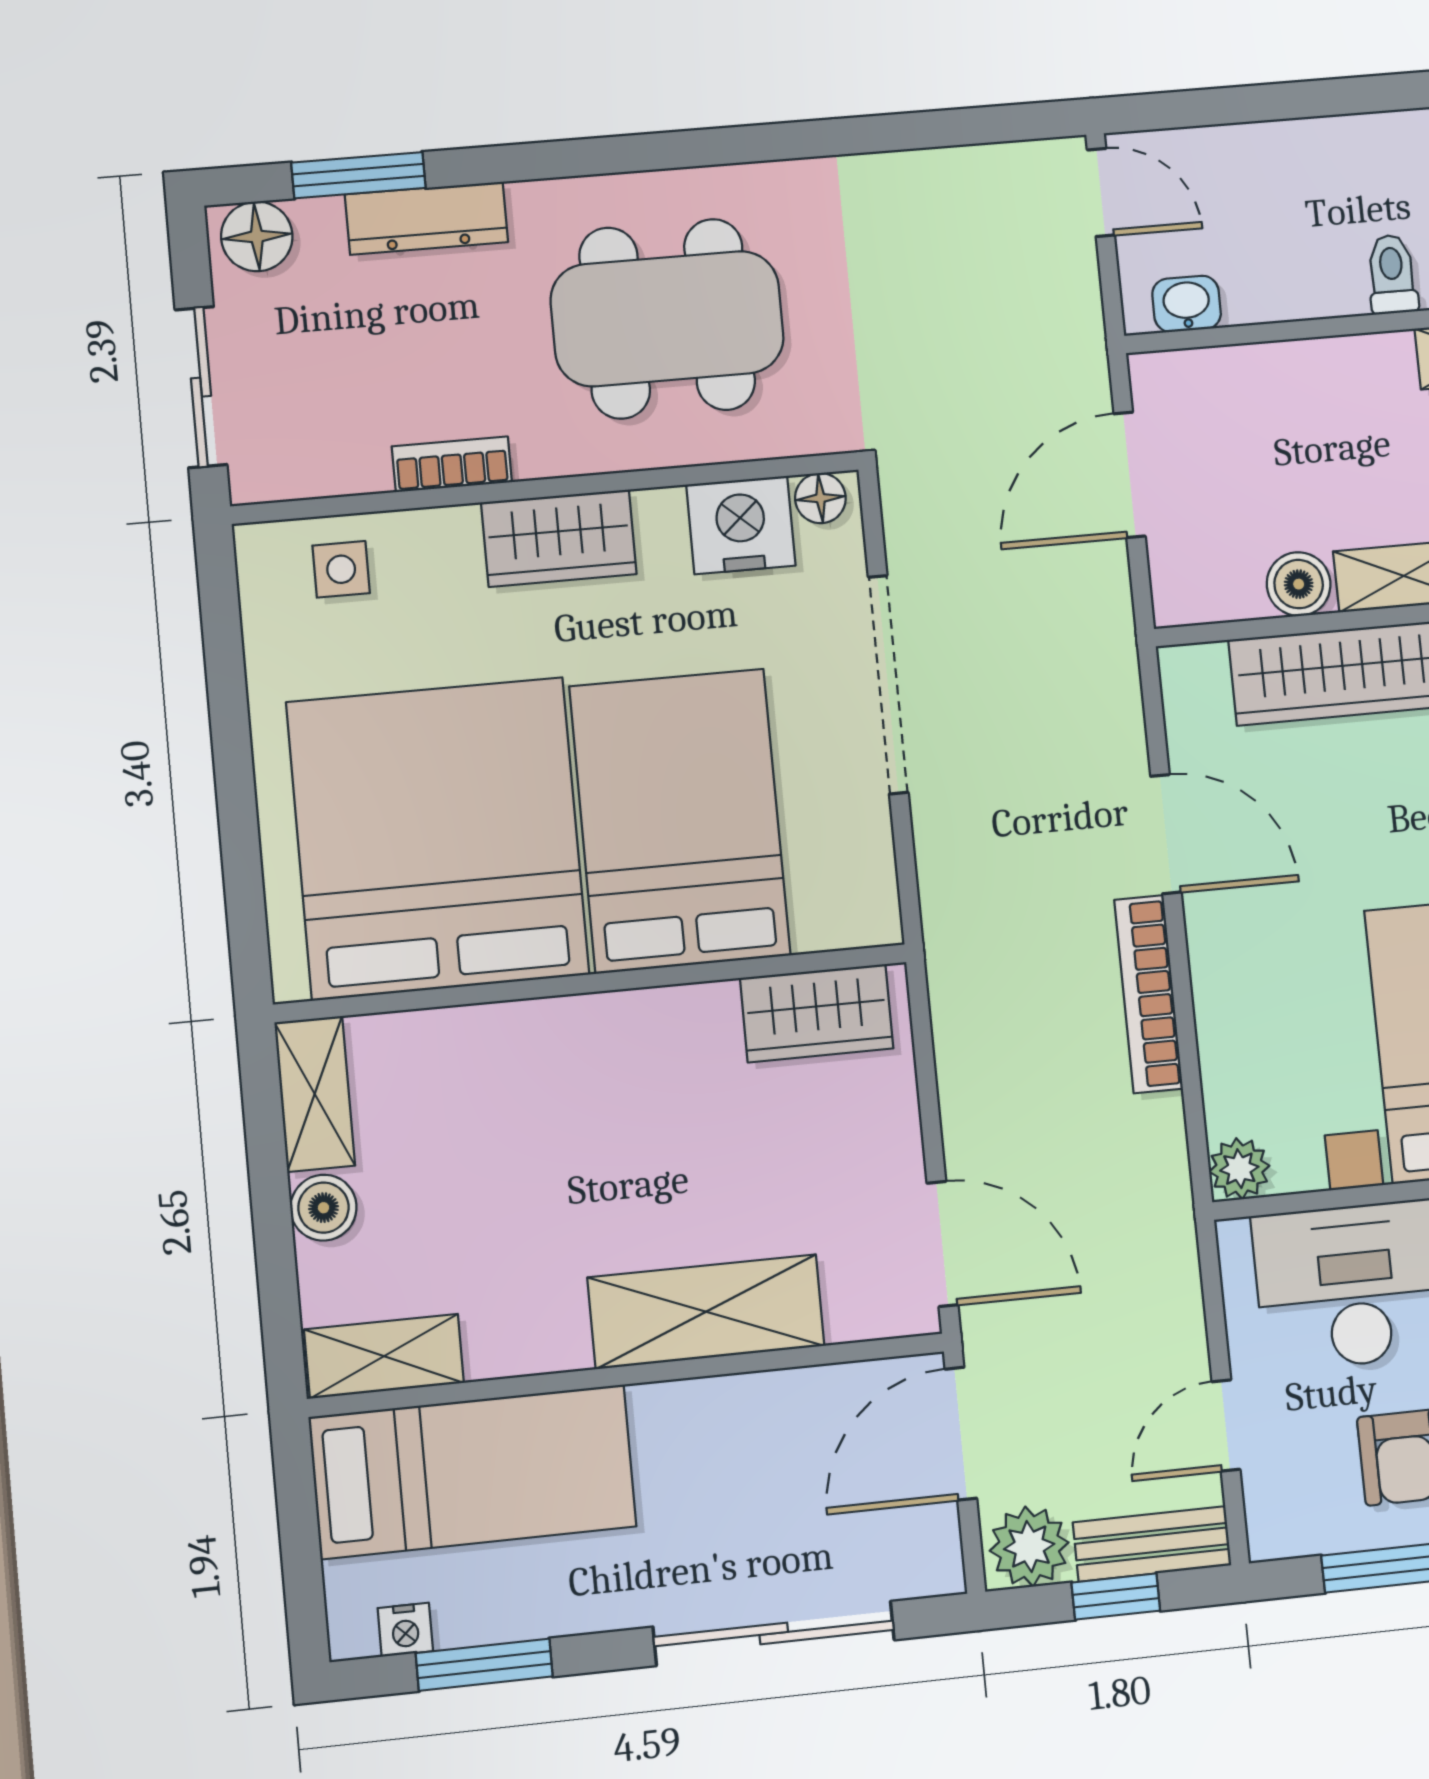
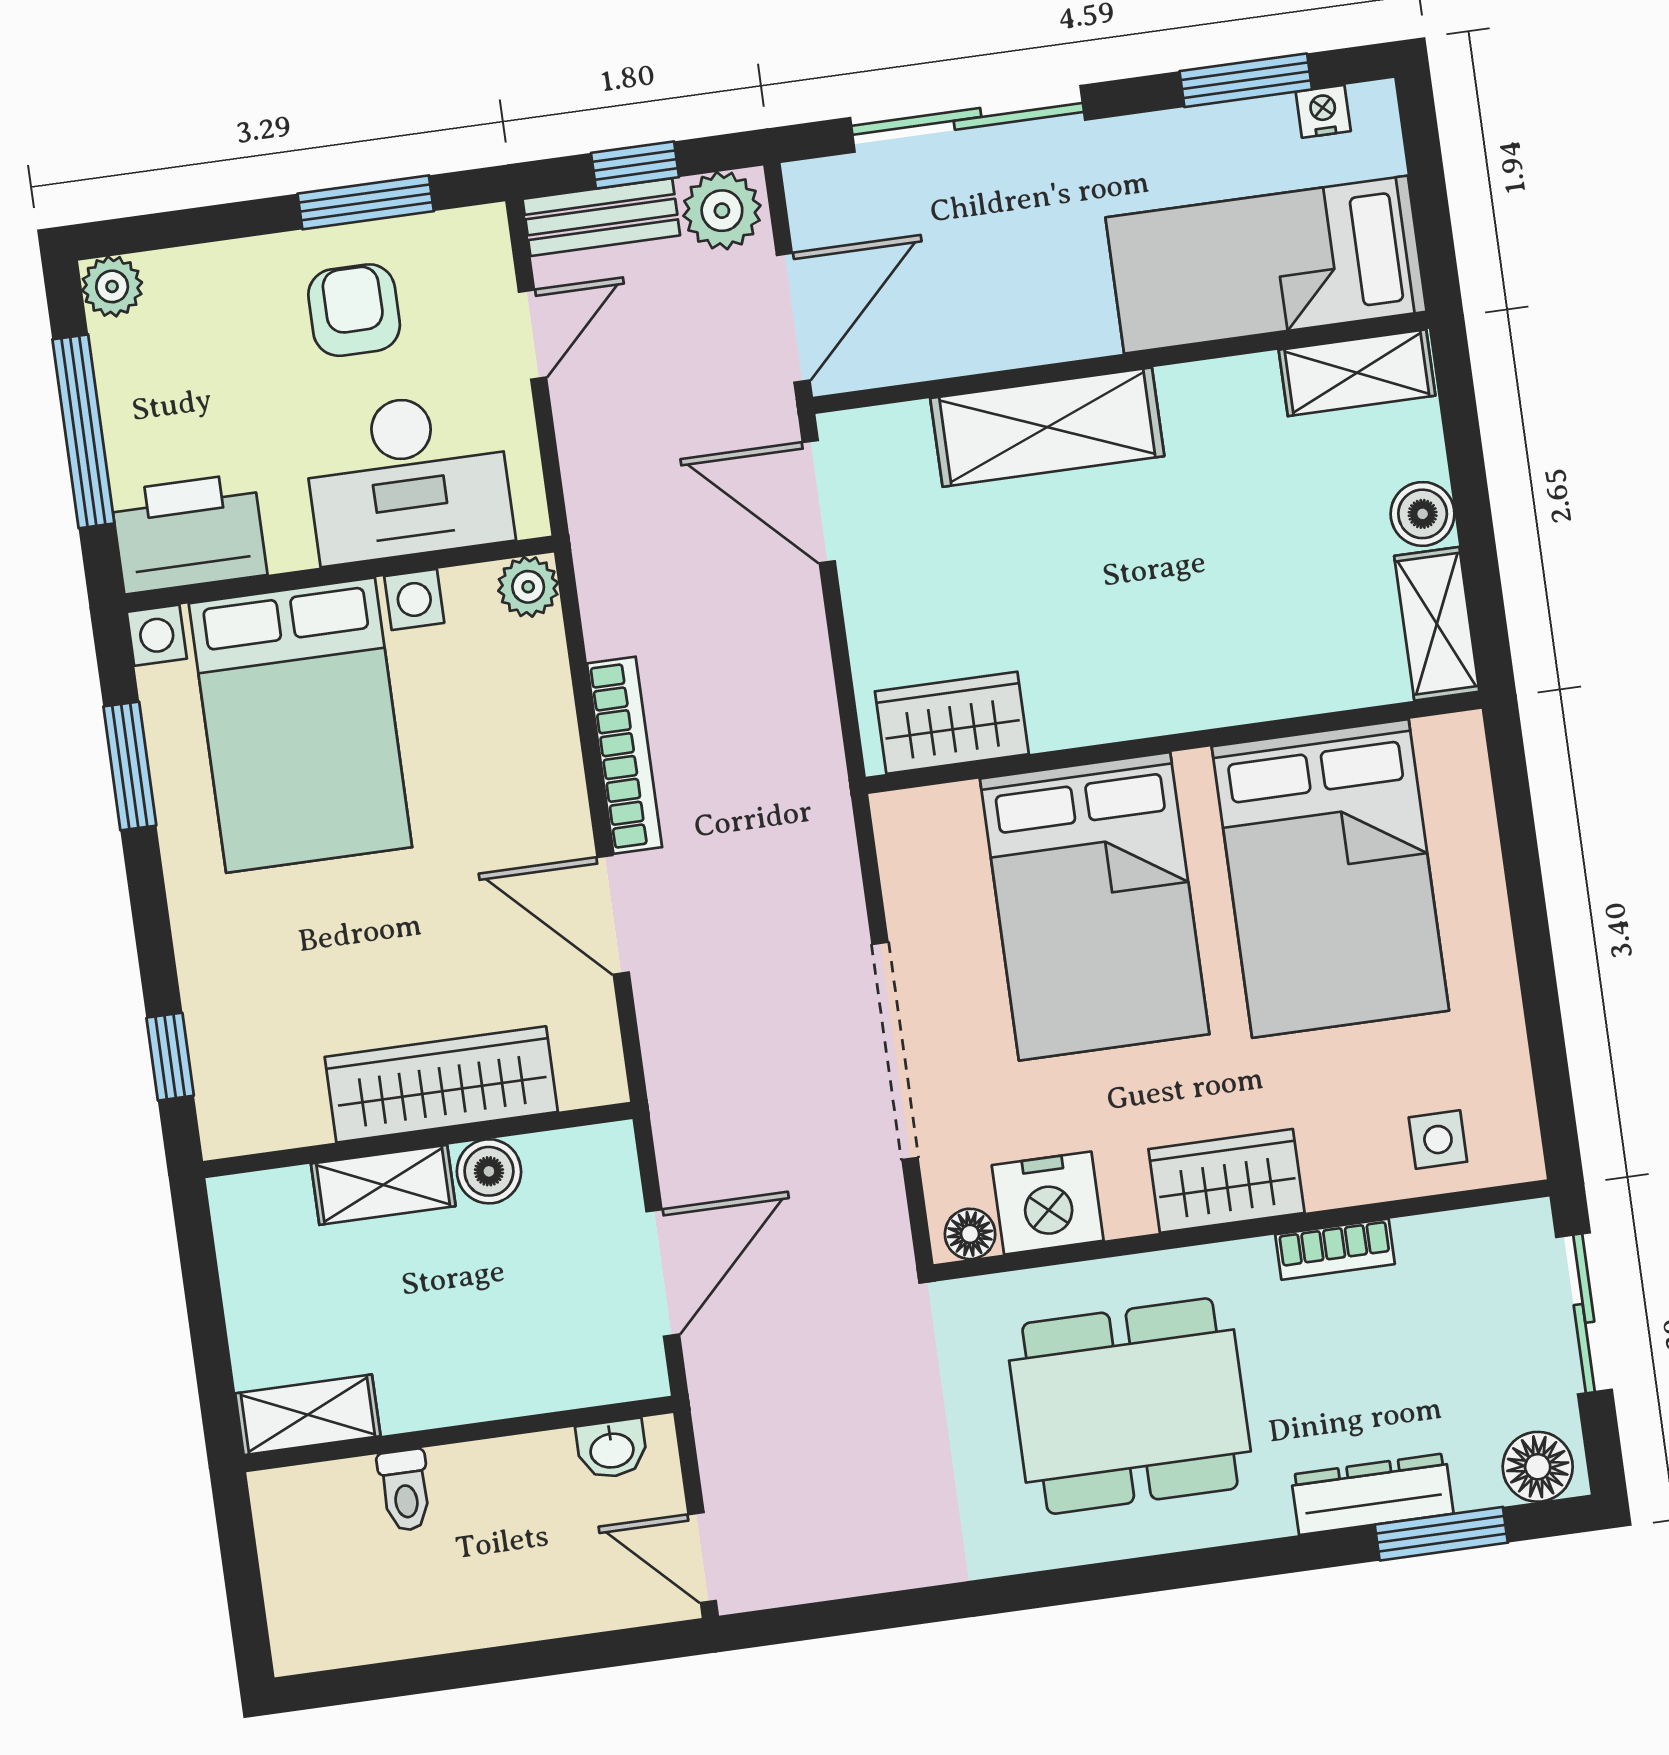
bed: (438, 838) -> (1330, 878), width x0.73

